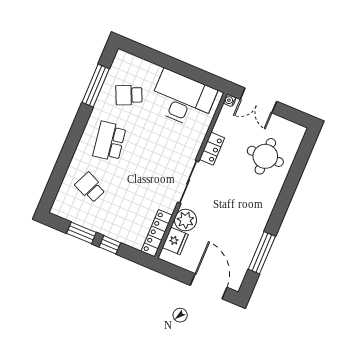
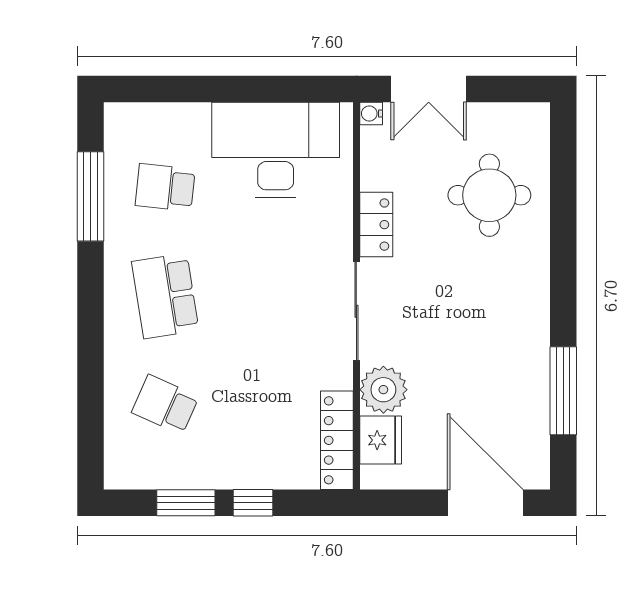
school desk: (129, 95) -> (165, 187), turned 30

